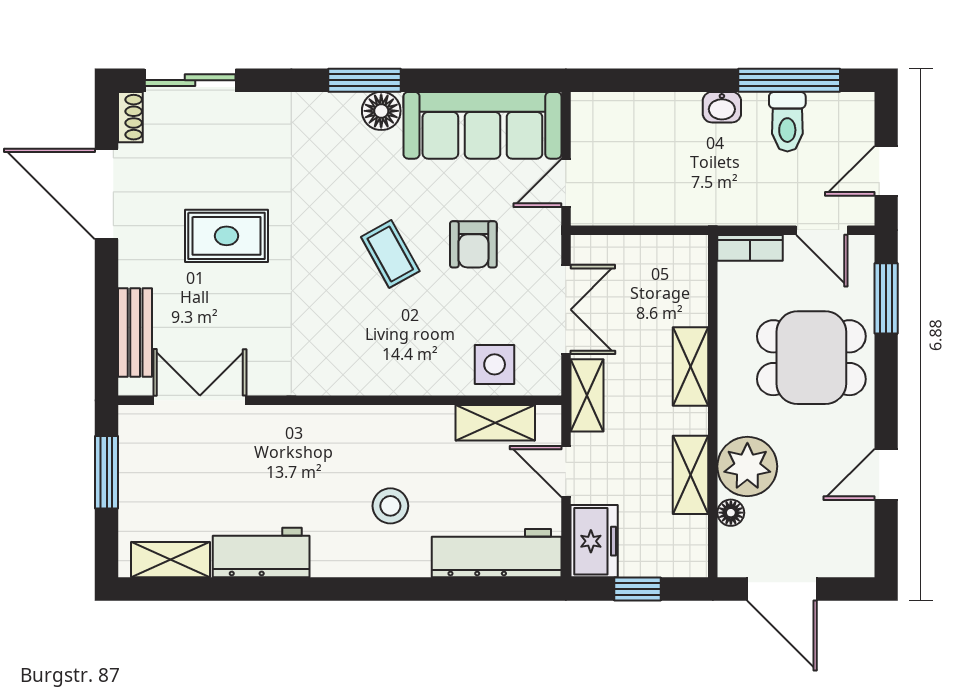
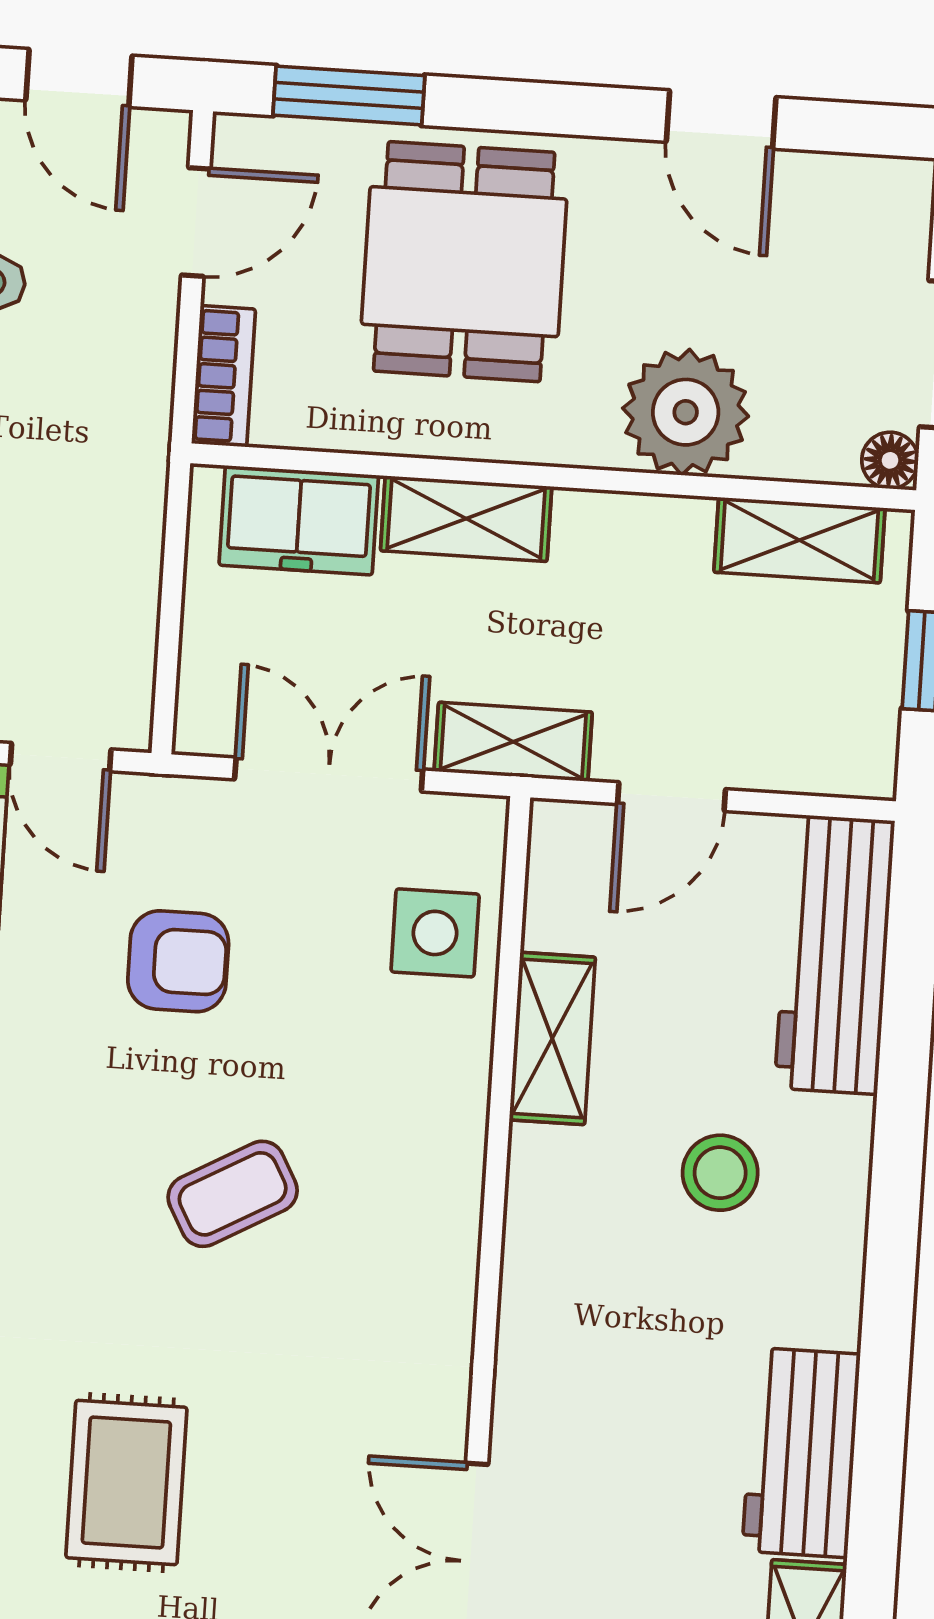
coffee table: (390, 254) -> (233, 1194), moved
shelving: (495, 423) -> (552, 1038), moved
shelving: (691, 475) -> (799, 540), moved
floor lamp: (731, 513) -> (890, 460), moved
freezer: (594, 541) -> (299, 520), moved, turned 180

